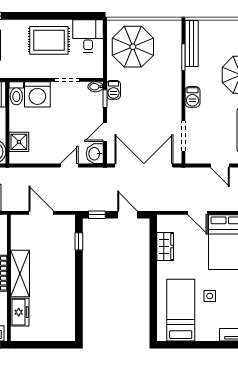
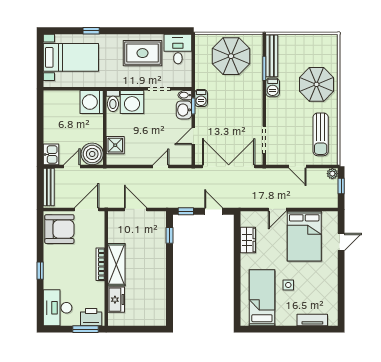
parasol: (133, 47) -> (231, 56), moved
barbecue: (192, 97) -> (273, 87), moved
washbasin: (95, 154) -> (184, 110), moved
door: (197, 213) -> (277, 209), hinge flipped

